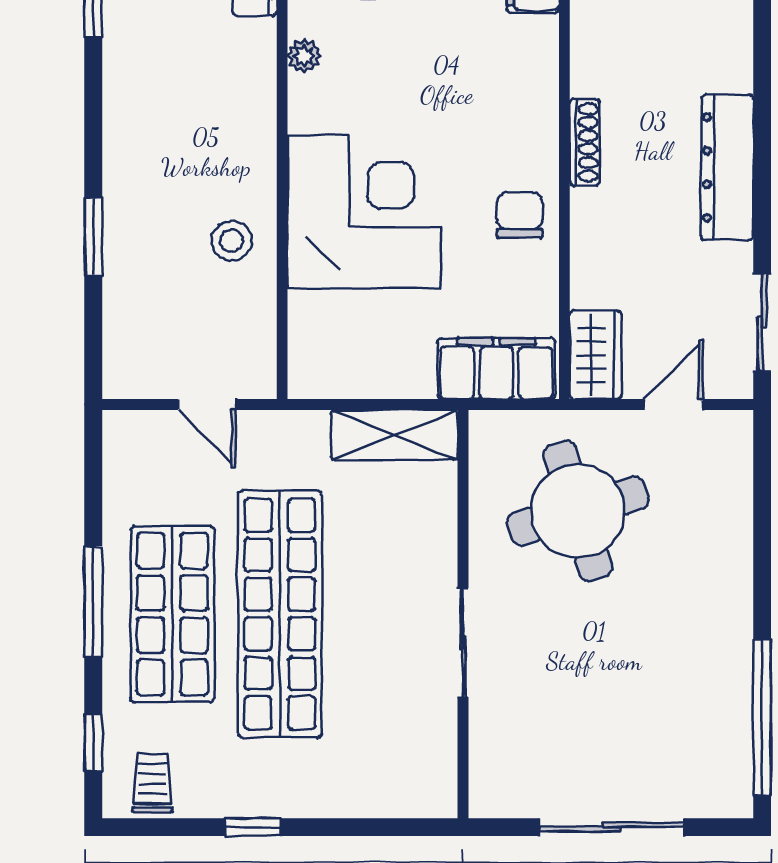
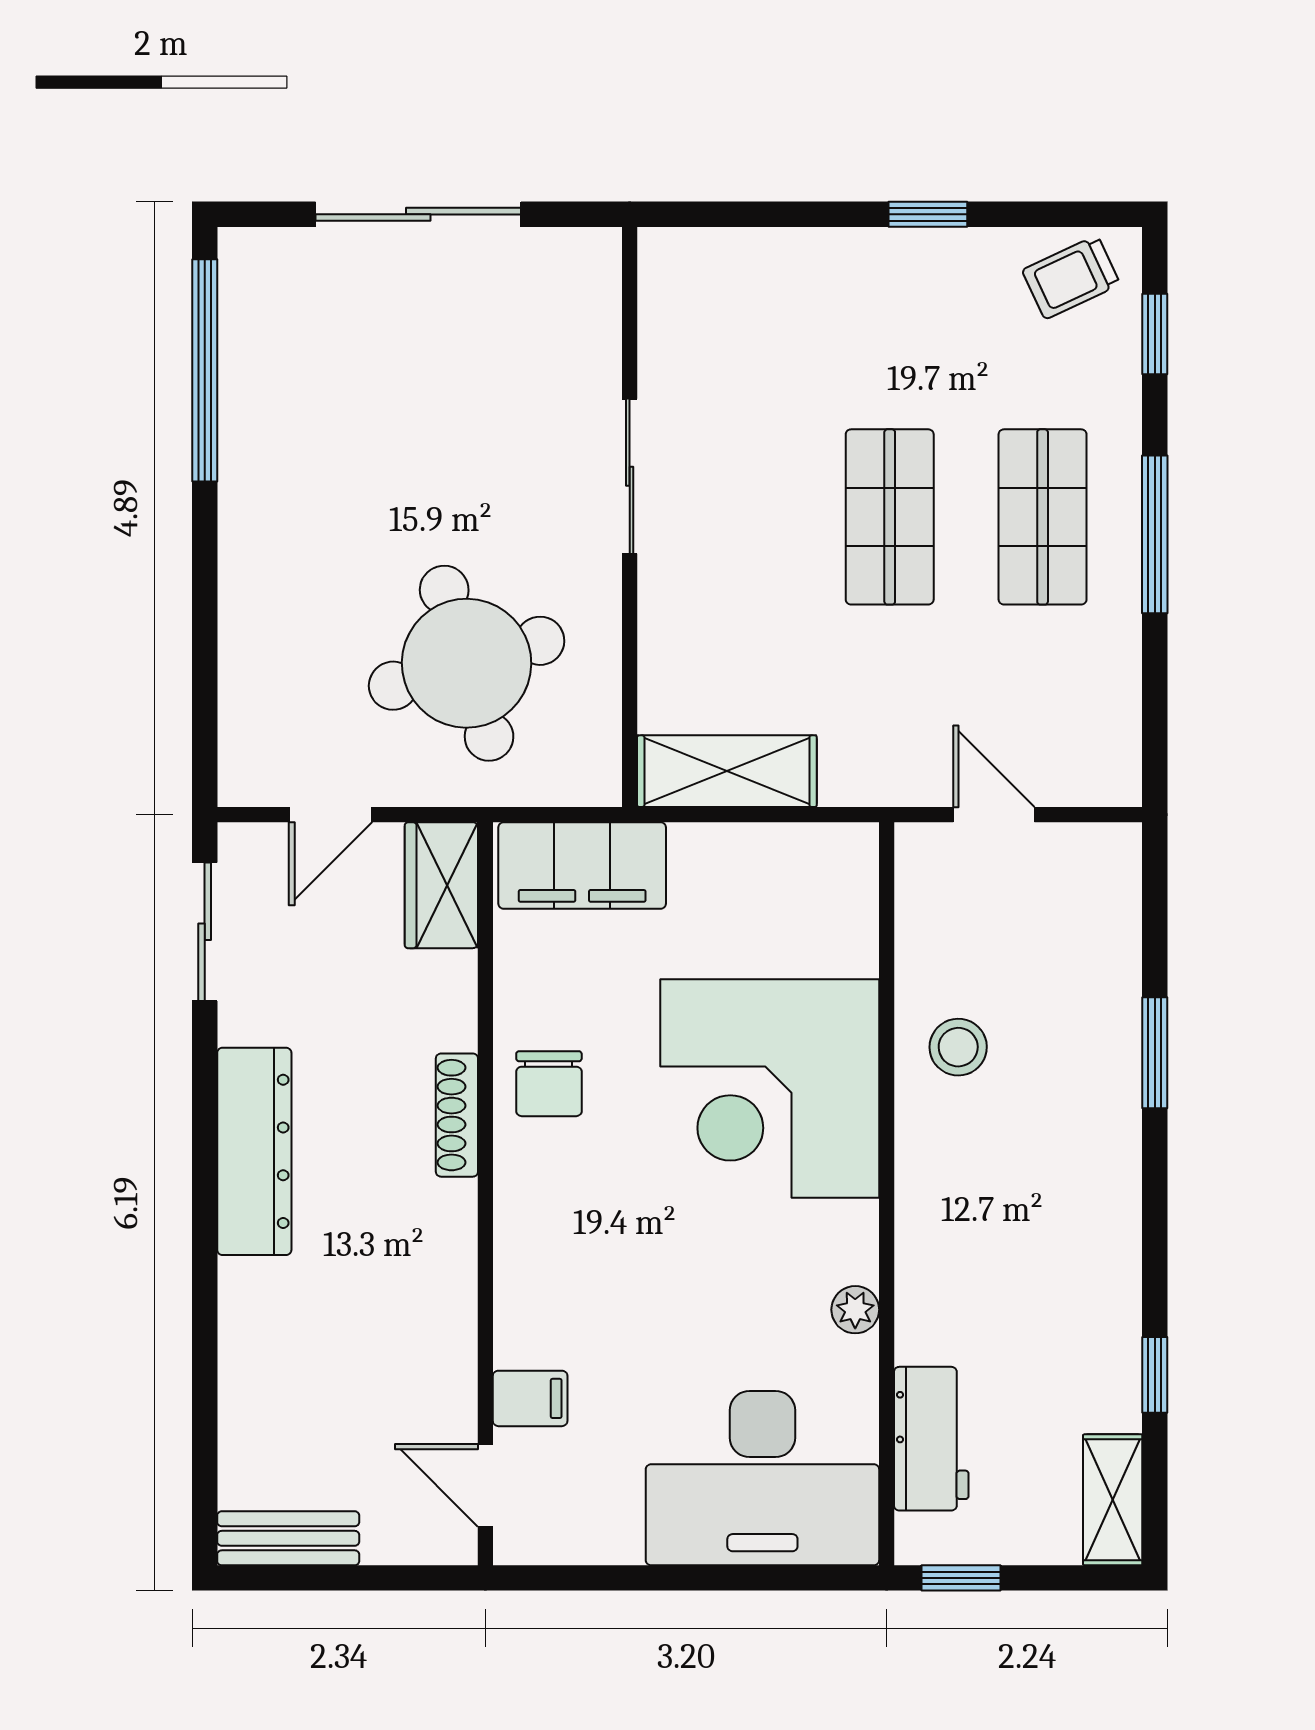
shoe rack: (585, 142) -> (457, 1115), moved
shop shelf: (172, 614) -> (1043, 517), width x0.70, depth x0.74
shop shelf: (280, 614) -> (890, 517), width x0.50, depth x0.74
trolley: (152, 783) -> (1071, 277), turned 65

